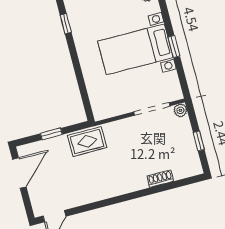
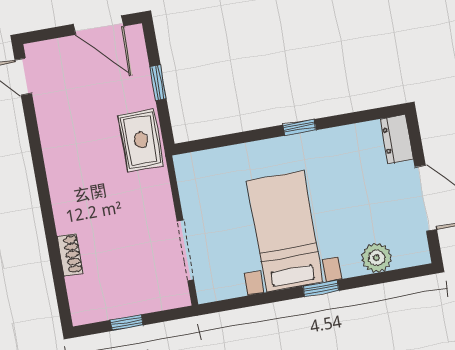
window: (66, 24) -> (300, 127), moved
window: (174, 47) -> (321, 288), moved
plant: (180, 110) -> (179, 297), removed

